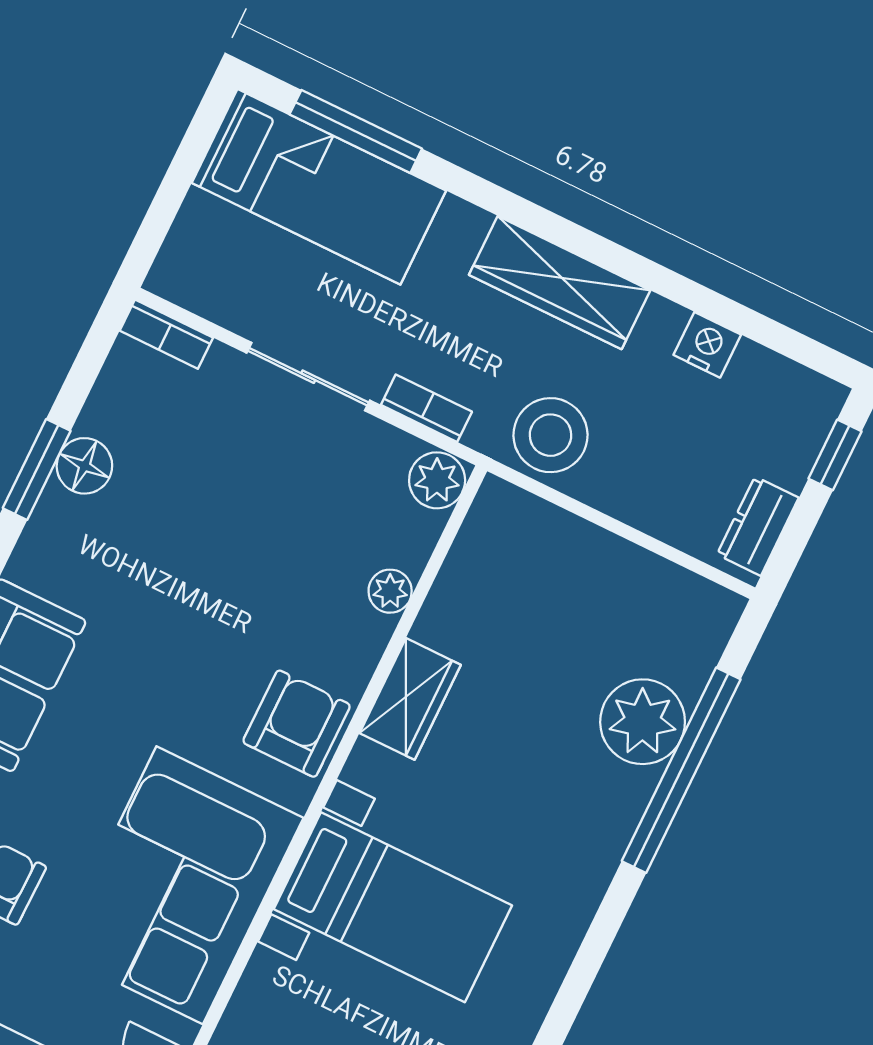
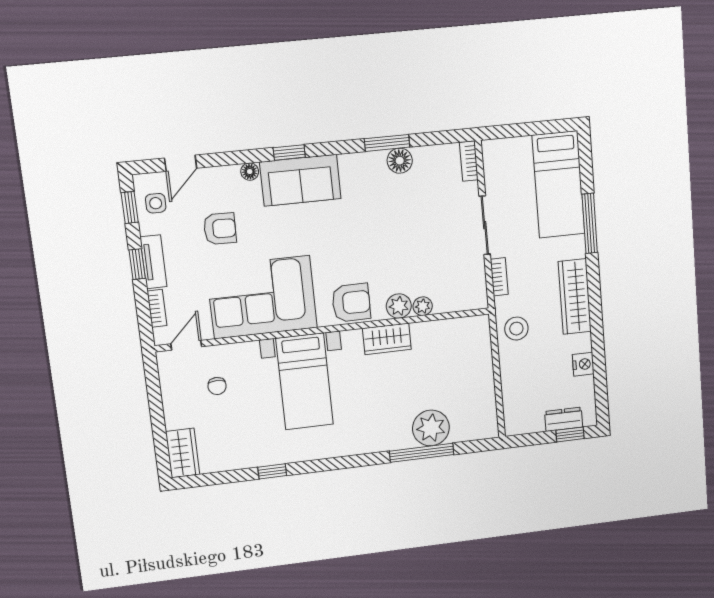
window: (356, 132) -> (590, 223), moved
stool: (550, 435) -> (516, 329), width x0.73, depth x0.73
plant: (437, 480) -> (399, 306), moved
dresser: (758, 526) -> (564, 419), moved
window: (681, 770) -> (422, 453), width x0.68

